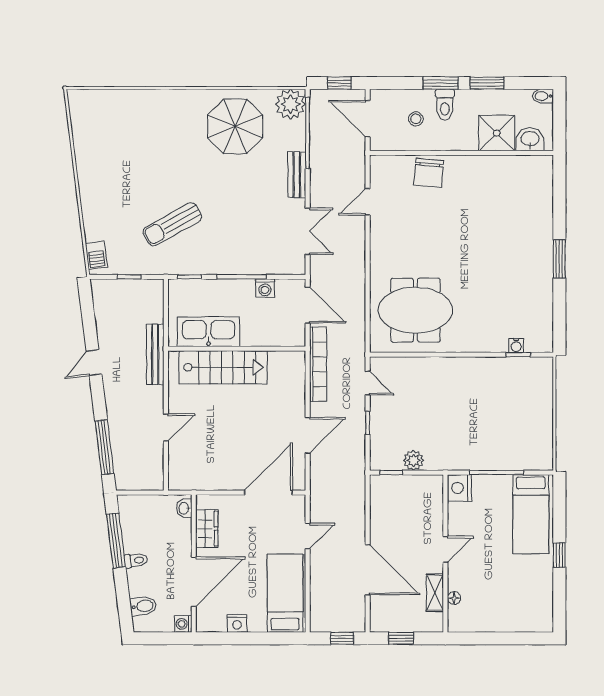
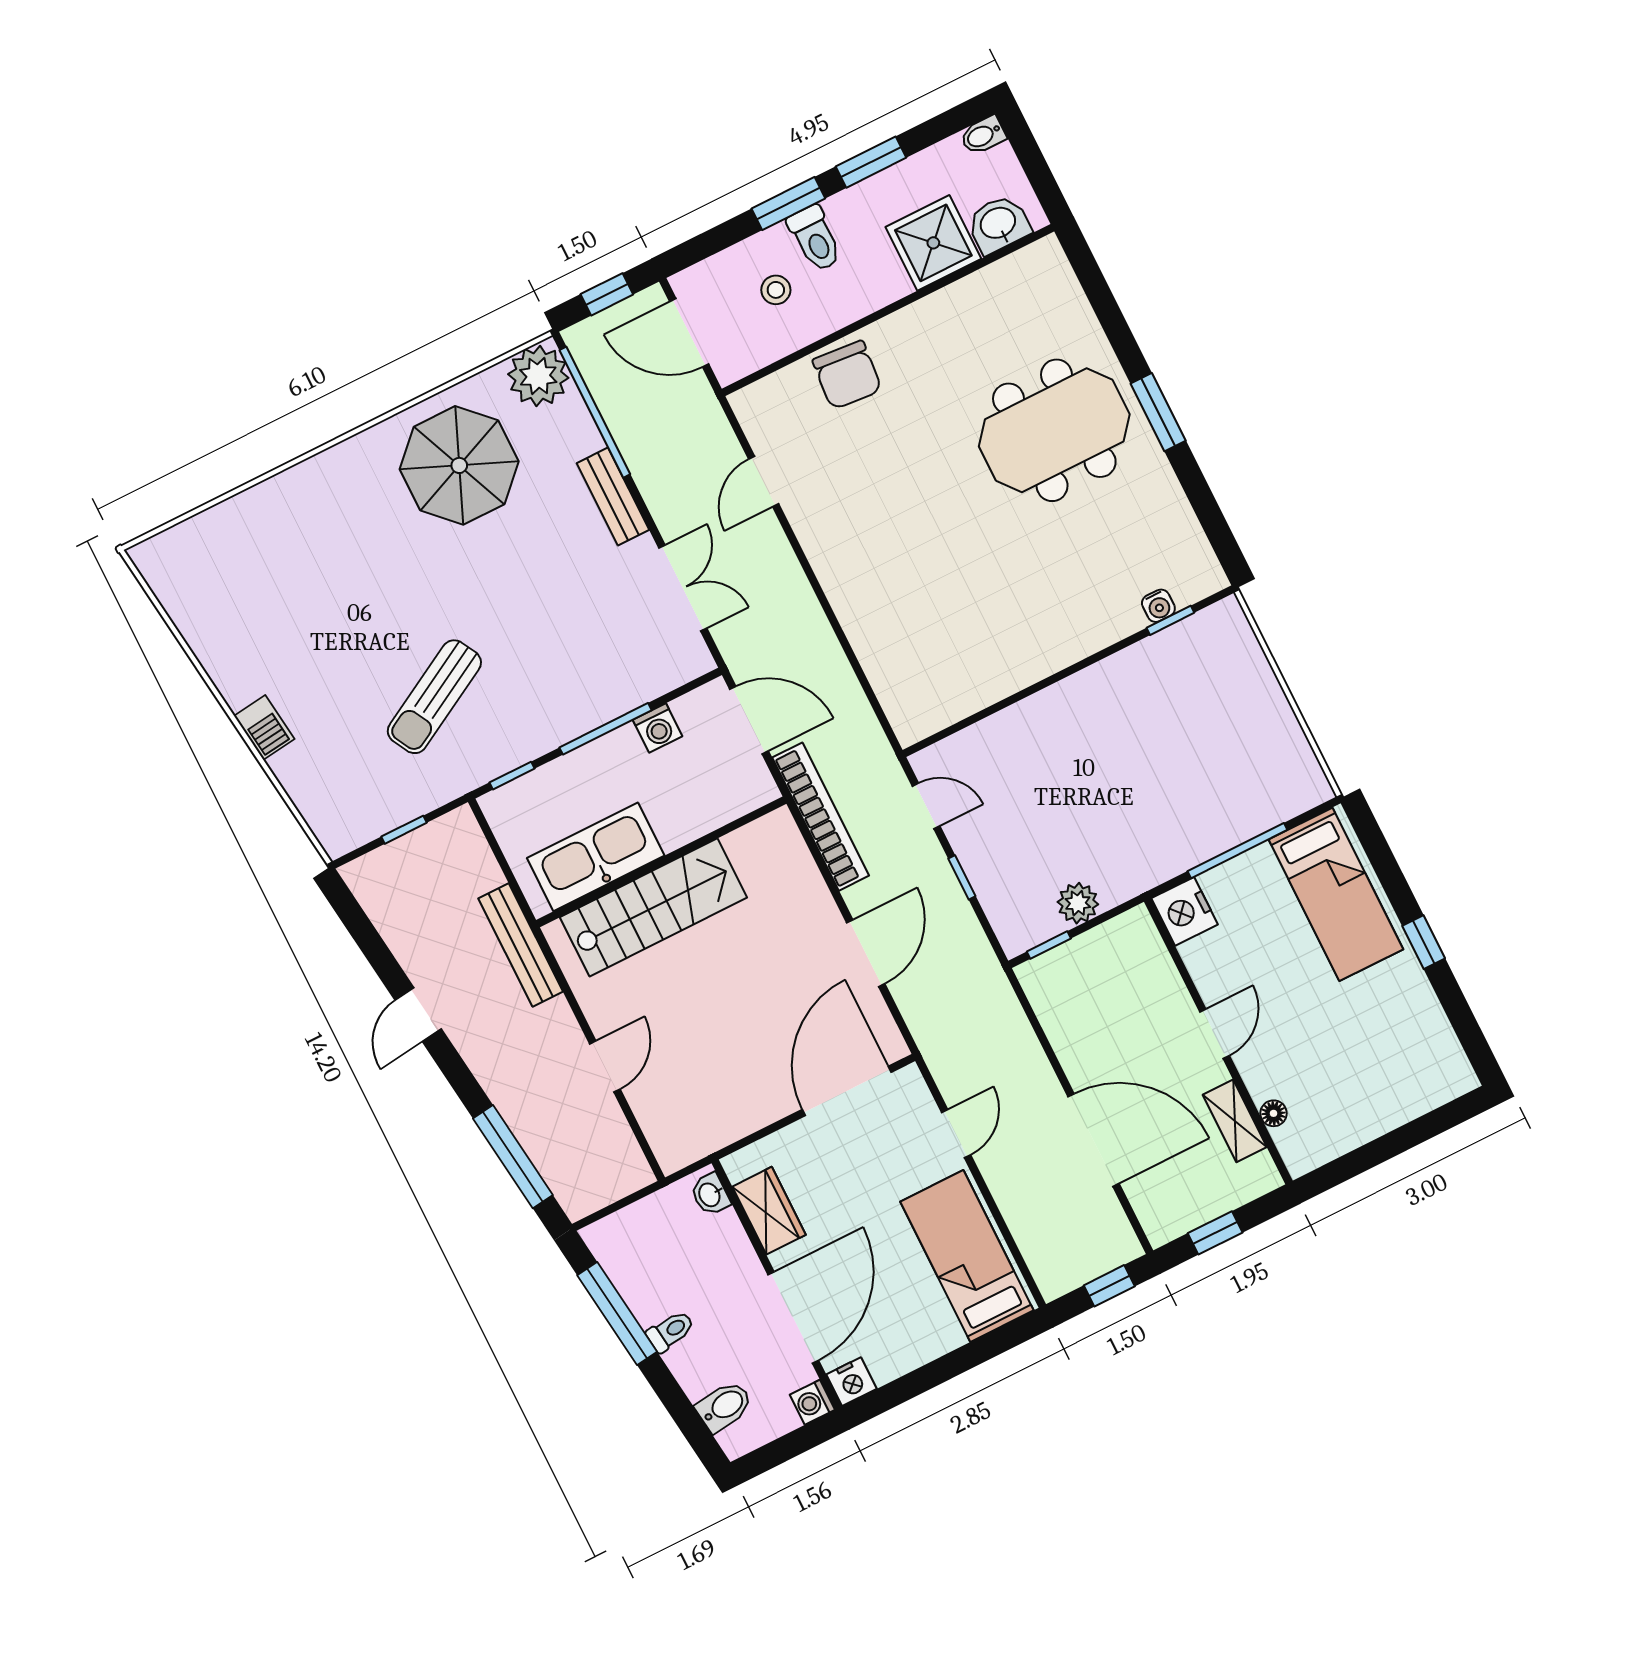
barbecue: (96, 255) -> (264, 728), moved
meeting table: (415, 310) -> (1054, 430), moved
nightstand: (237, 623) -> (851, 1382), moved

